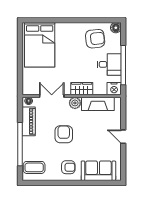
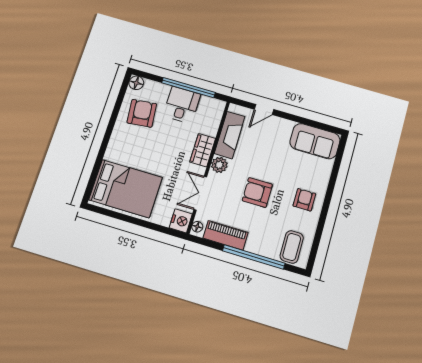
nightstand: (114, 89) -> (181, 221), moved
door: (123, 137) -> (264, 109), moved
sofa: (98, 171) -> (315, 141), moved, turned -90

